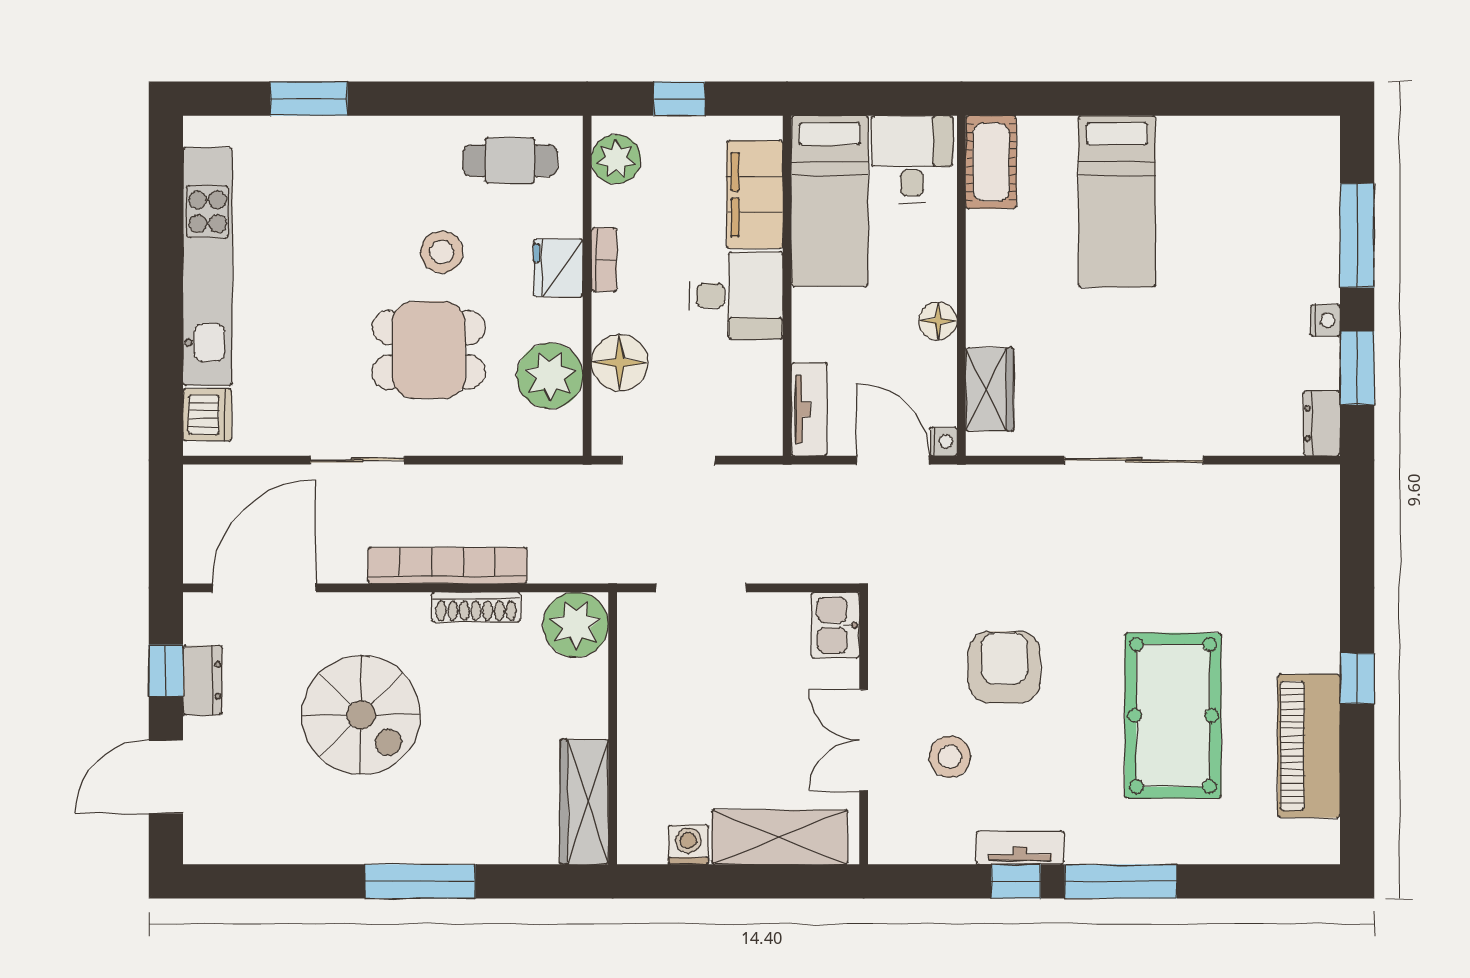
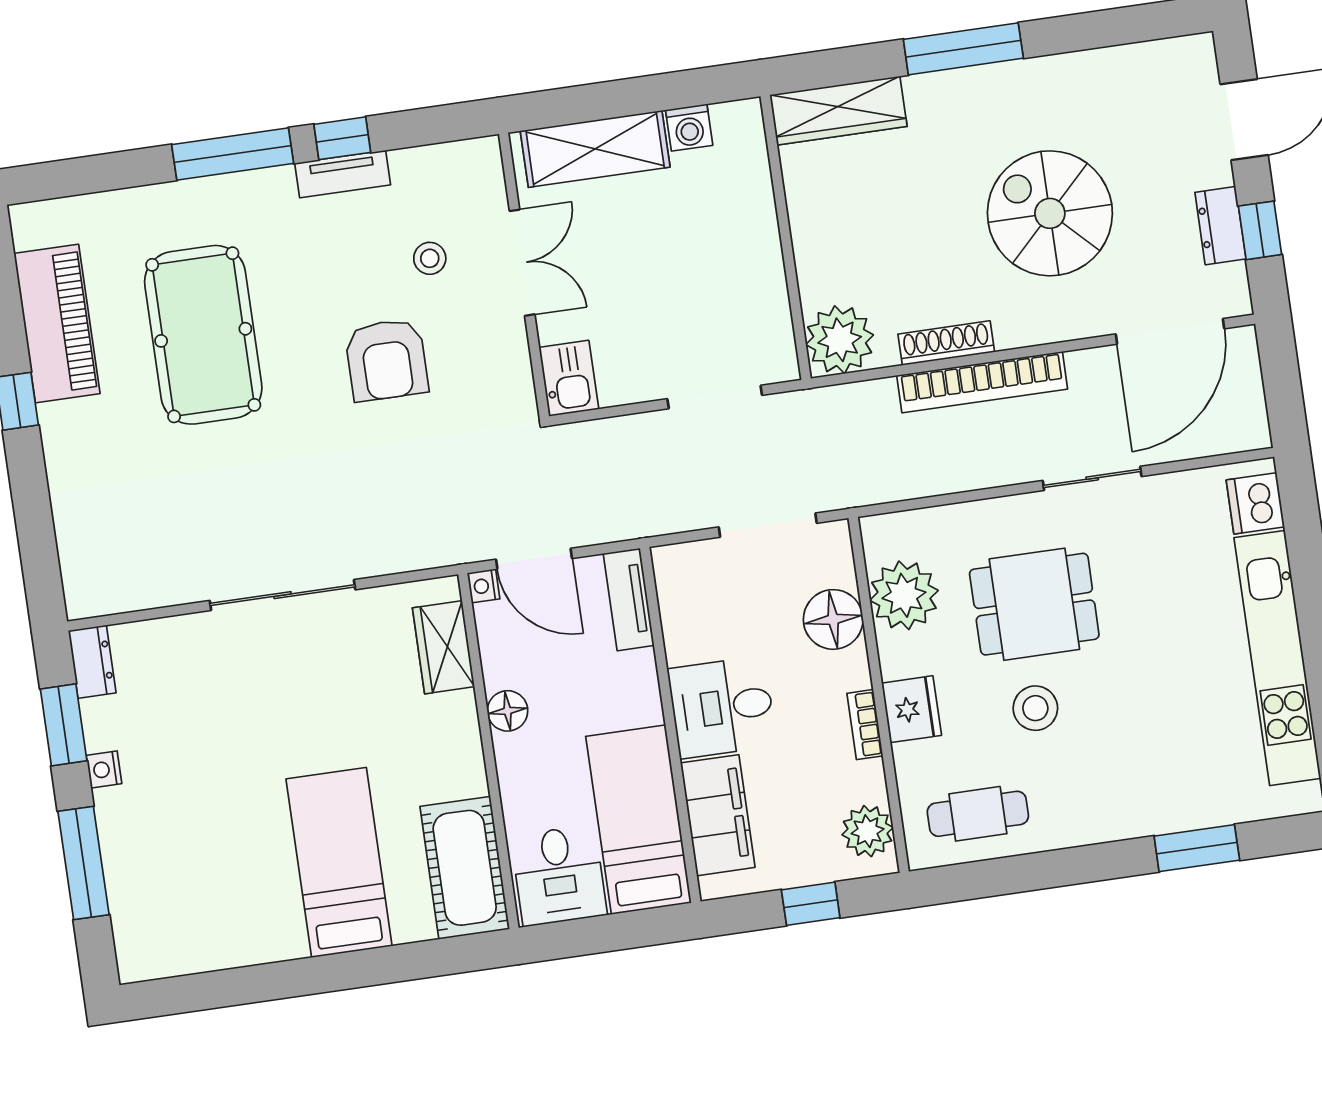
cot: (991, 162) -> (465, 868), width x1.37, depth x1.34
stool: (950, 757) -> (430, 258), width x0.73, depth x0.73
wardrobe: (584, 802) -> (838, 111), moved, turned 90

